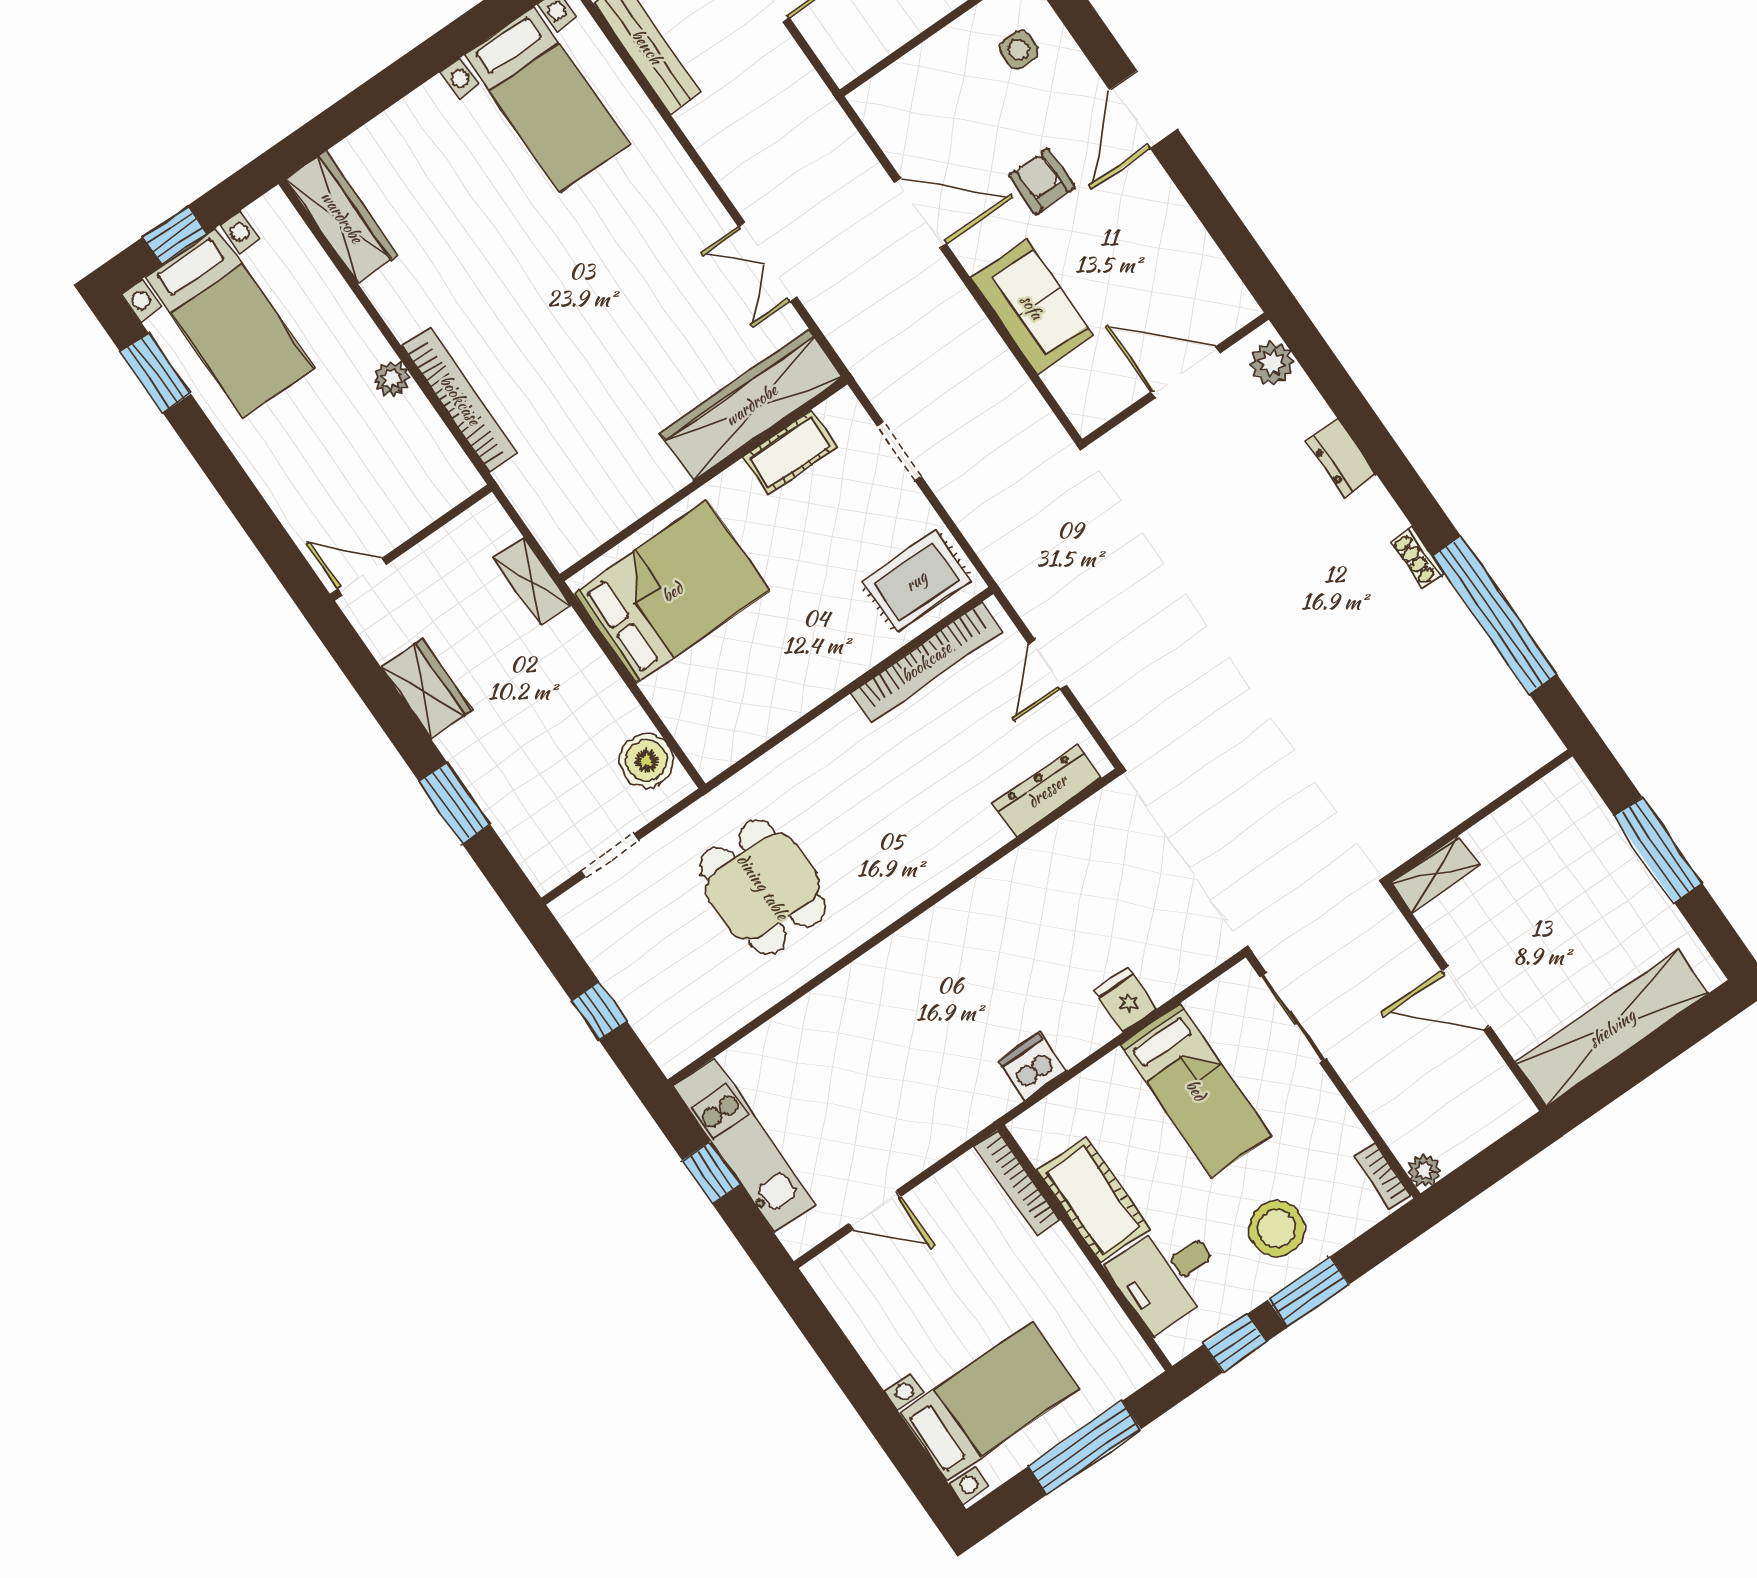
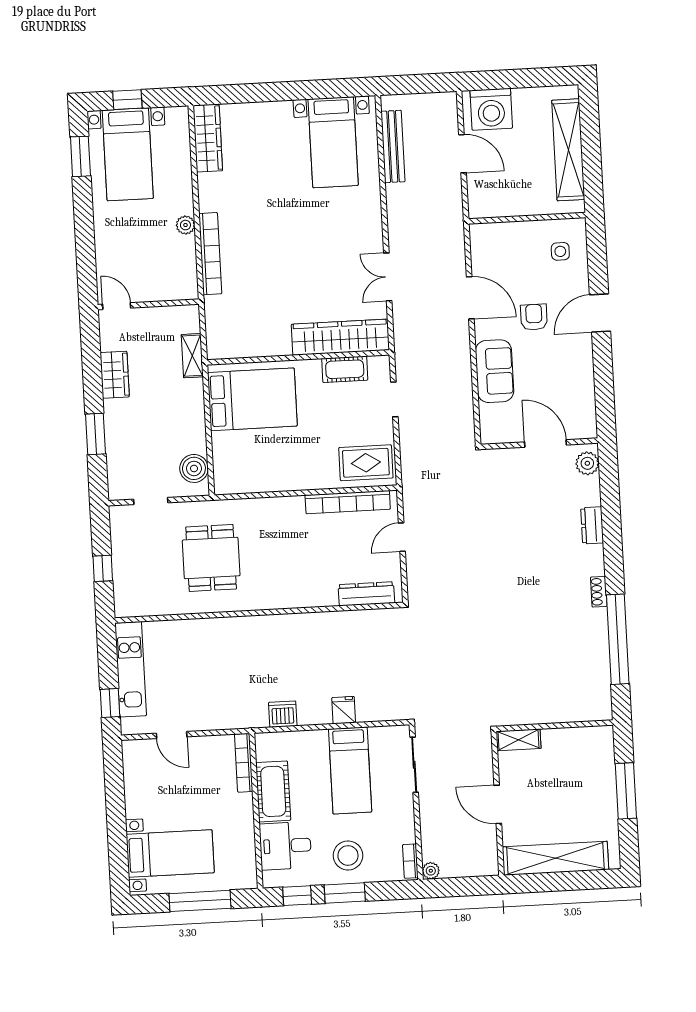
window: (711, 1172) -> (110, 703), moved

